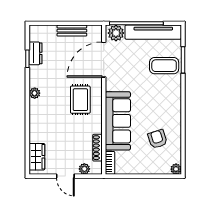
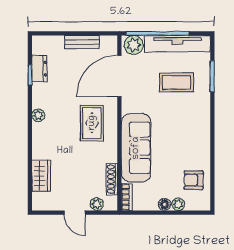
coffee table: (164, 66) -> (177, 82), moved
armchair: (157, 139) -> (194, 180), moved, turned -72
wardrobe: (37, 157) -> (41, 176), moved
floor lamp: (142, 169) -> (164, 204), added
plant: (176, 169) -> (178, 204), moved

